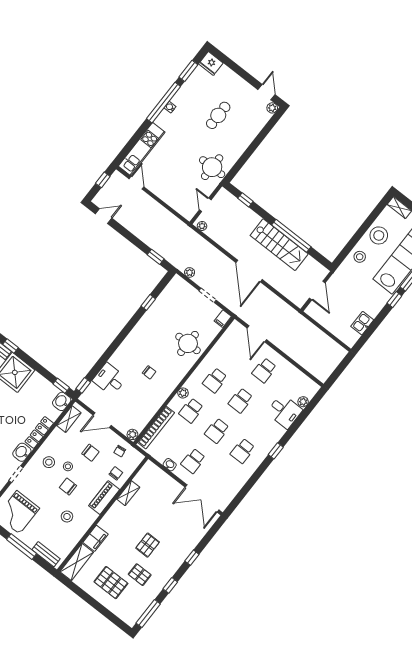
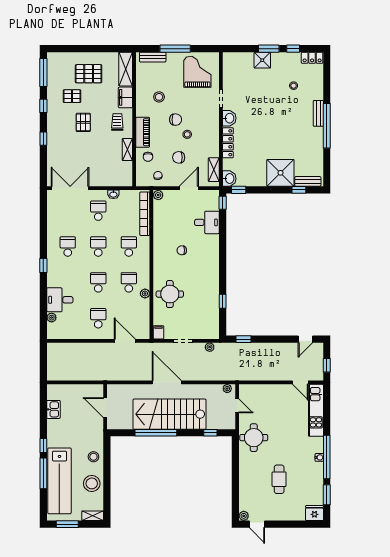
stairs: (279, 245) -> (169, 414), width x1.36, depth x1.51
plant: (183, 393) -> (145, 294), moved
stool: (49, 462) -> (204, 126), removed
trolley: (119, 523) -> (117, 122), added

